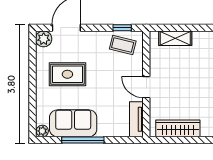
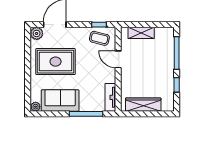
rug: (67, 74) -> (56, 62), width x1.36, depth x1.43
door: (146, 87) -> (118, 59), moved
window: (83, 140) -> (86, 114), moved

